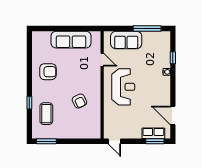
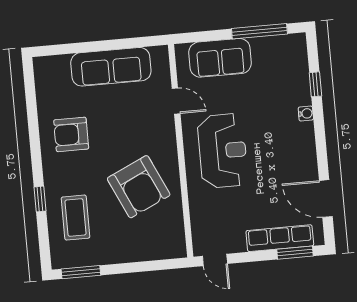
armchair: (48, 72) -> (71, 134), turned 180
armchair: (79, 101) -> (139, 187), width x1.88, depth x1.88
row of seats: (153, 133) -> (280, 238), width x1.48

